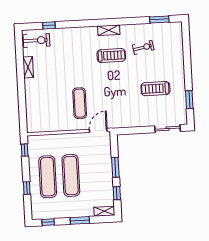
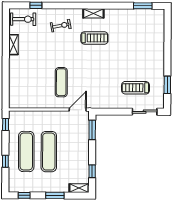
exercise bike: (143, 47) -> (61, 26), moved
treadmill: (156, 89) -> (136, 88), moved
window: (115, 167) -> (92, 130), moved

